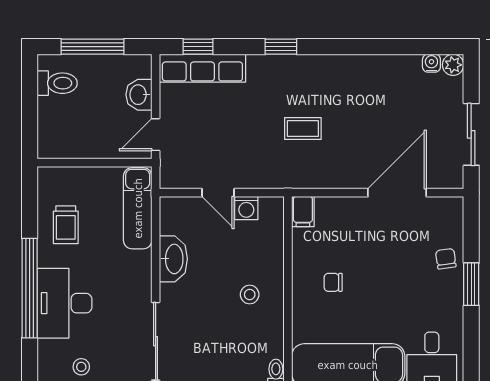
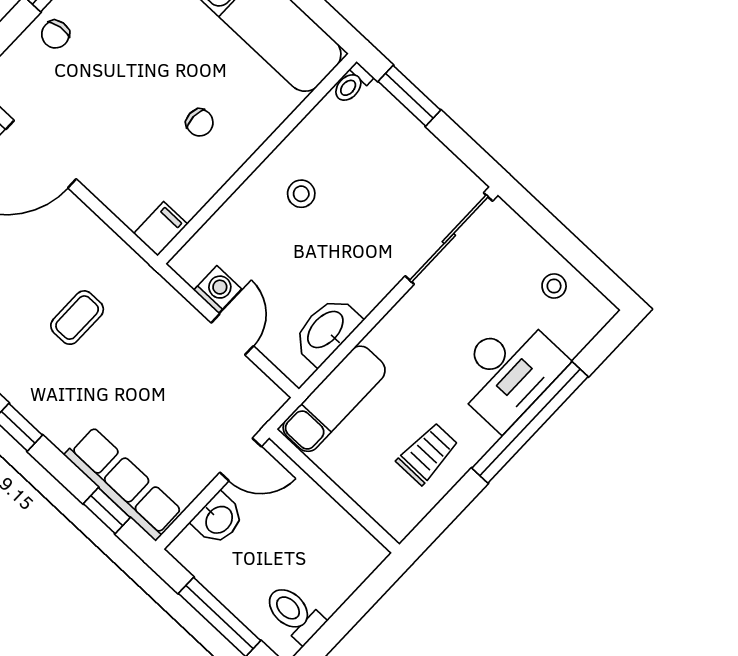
coffee table: (303, 129) -> (77, 318), turned 90
washbasin: (173, 259) -> (326, 330), moved

